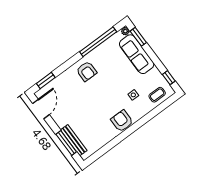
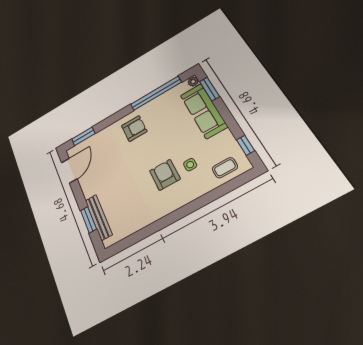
armchair: (87, 71) -> (134, 129), turned -90
armchair: (122, 121) -> (165, 175), moved
window: (66, 143) -> (88, 220), width x0.69

